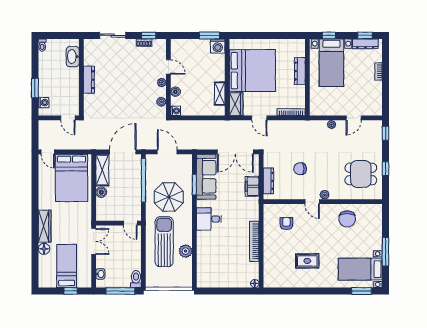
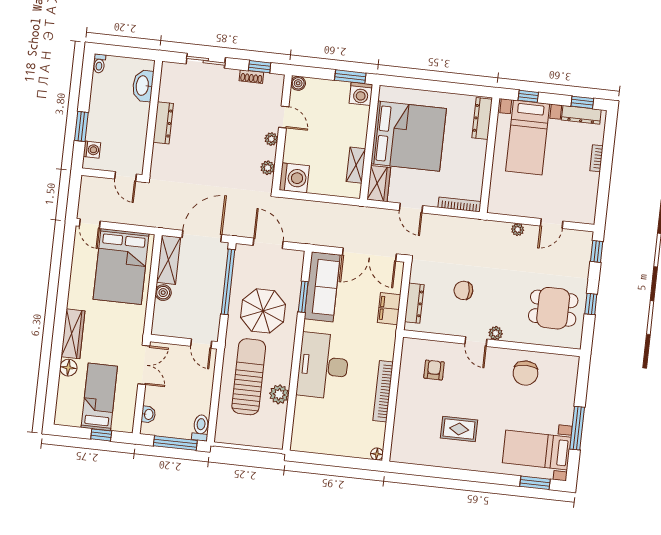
dresser: (300, 71) -> (482, 119), moved
boiler: (175, 92) -> (298, 83), moved
washing machine: (175, 111) -> (294, 178), width x1.89, depth x1.89
desk: (209, 219) -> (323, 366), width x1.87, depth x1.30

